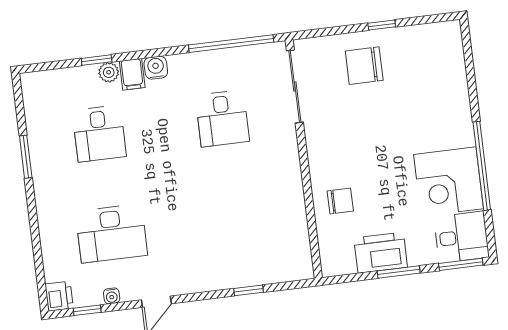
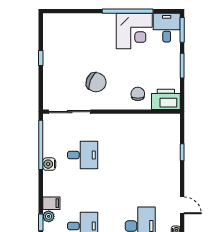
chair: (364, 66) -> (96, 82), moved, turned -67
water cooler: (156, 68) -> (49, 164), moved
printer: (381, 253) -> (166, 99), moved, turned 90

